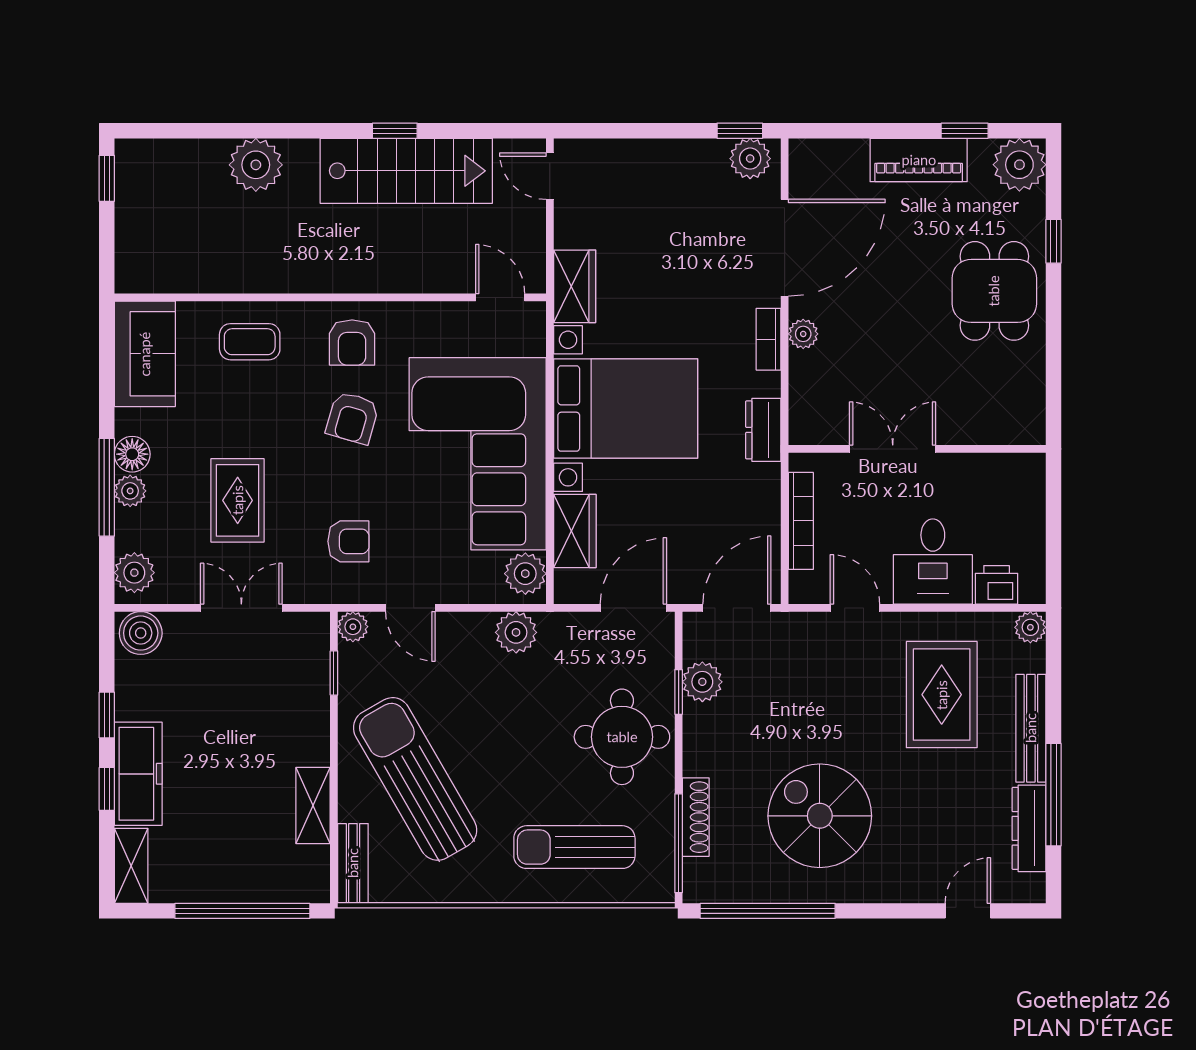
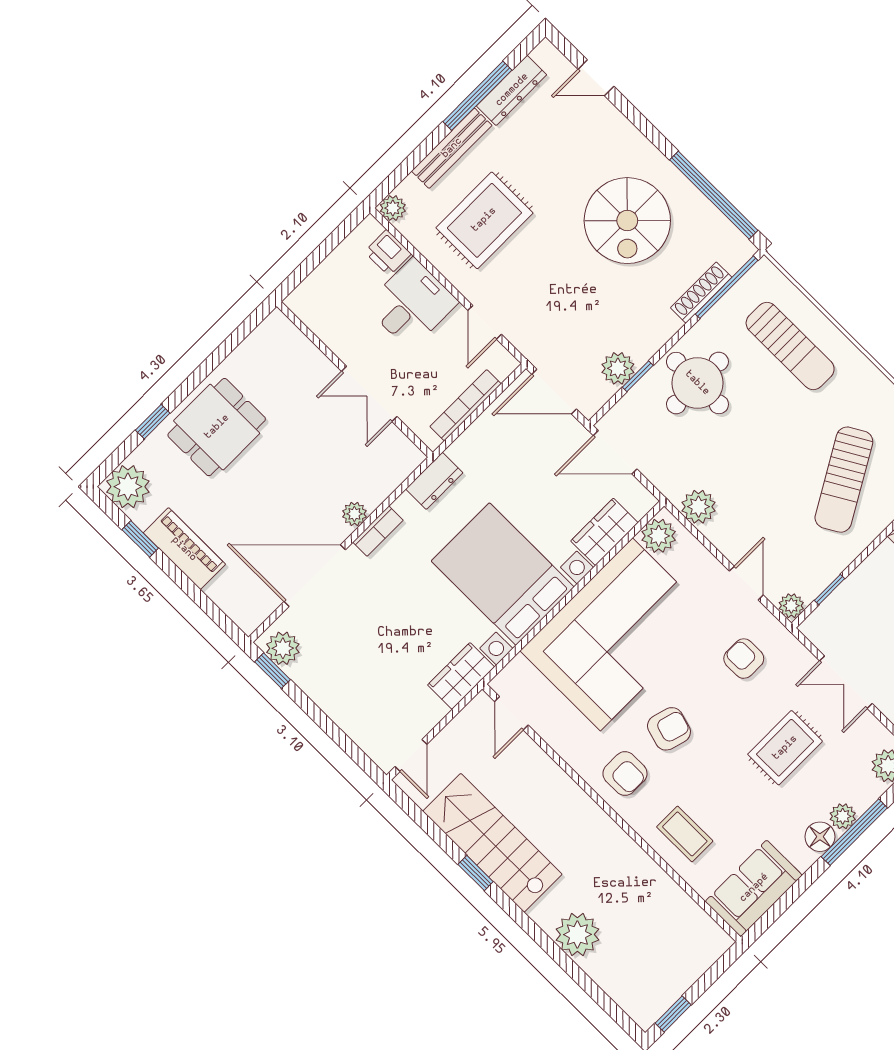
armchair: (352, 342) -> (625, 774), turned 90
sun lounger: (415, 779) -> (844, 480), width x0.73, depth x0.75

